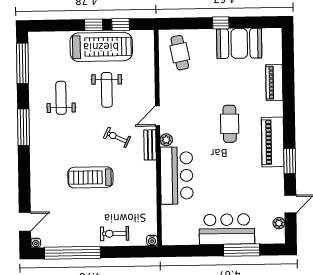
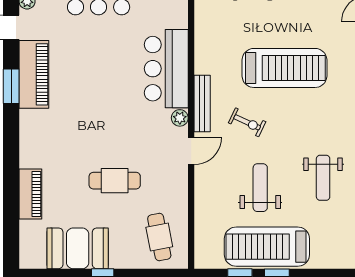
cafe table: (230, 124) -> (115, 181), moved, turned 90
piano: (273, 142) -> (34, 74), moved
bench: (150, 145) -> (202, 104), width x1.36
treadmill: (90, 177) -> (284, 68), width x1.37, depth x1.38

